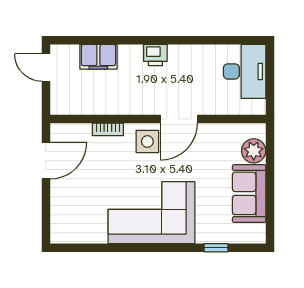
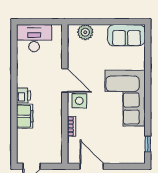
filing cabinet: (98, 57) -> (25, 116), moved
sofa: (249, 193) -> (126, 35), moved
window: (216, 248) -> (148, 144), moved

